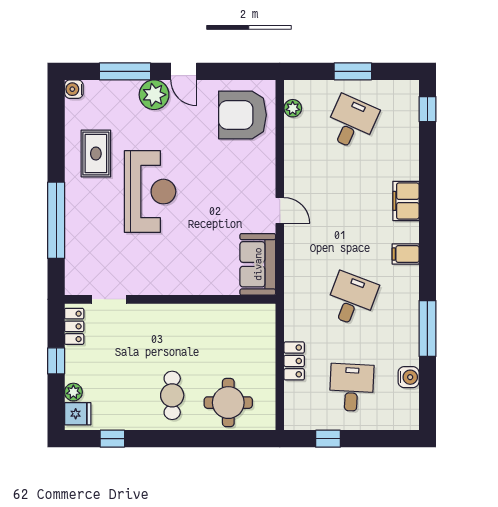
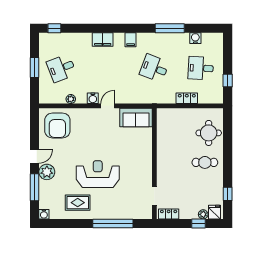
plant: (293, 108) -> (71, 99), moved
desk: (352, 123) -> (61, 68), turned -45
water cooler: (294, 182) -> (93, 98), added
window: (56, 361) -> (199, 223), moved

